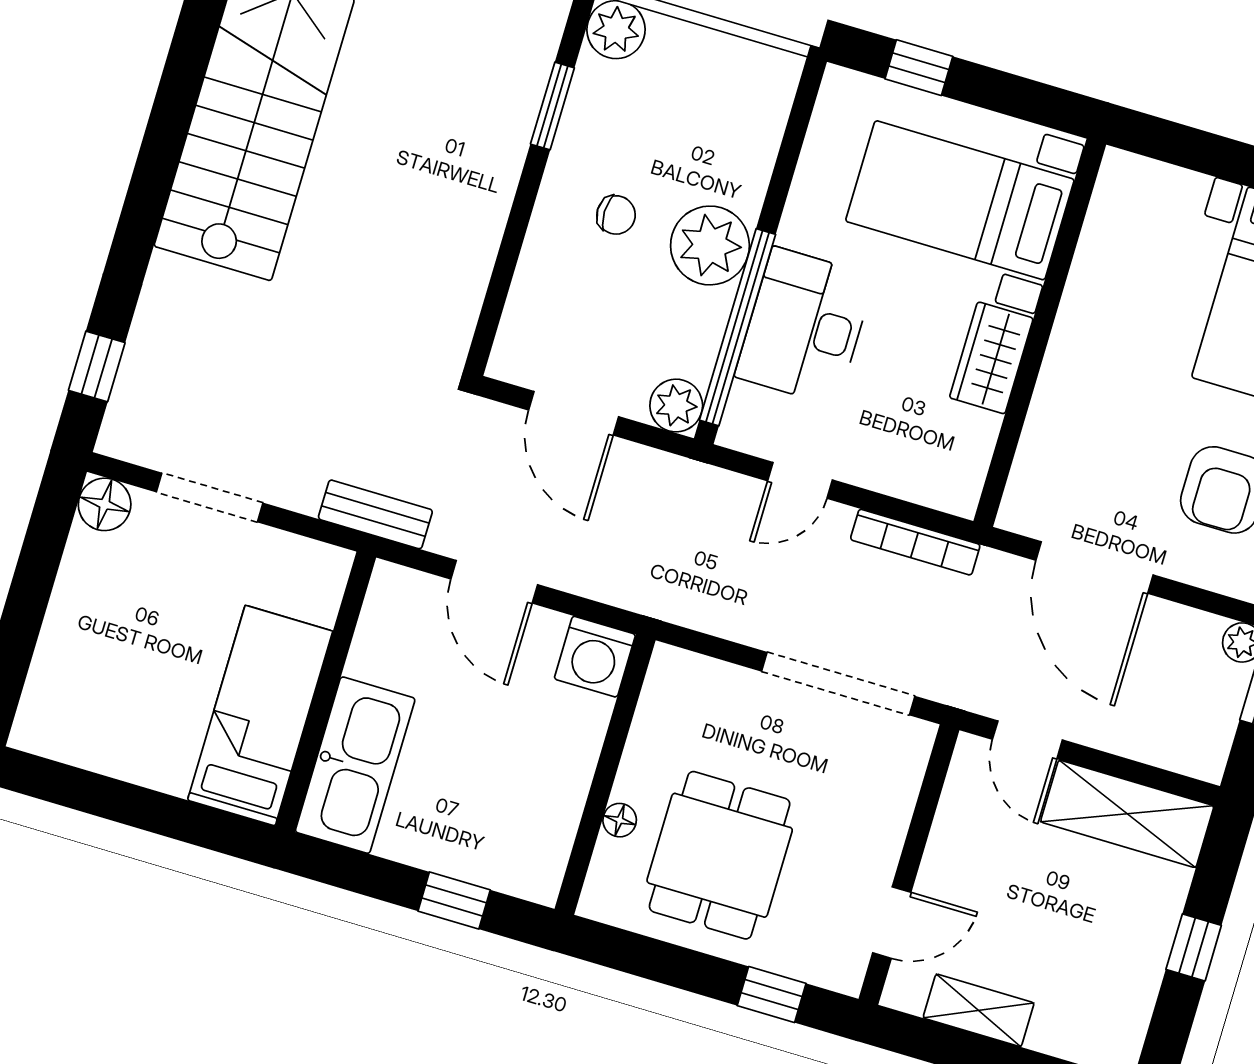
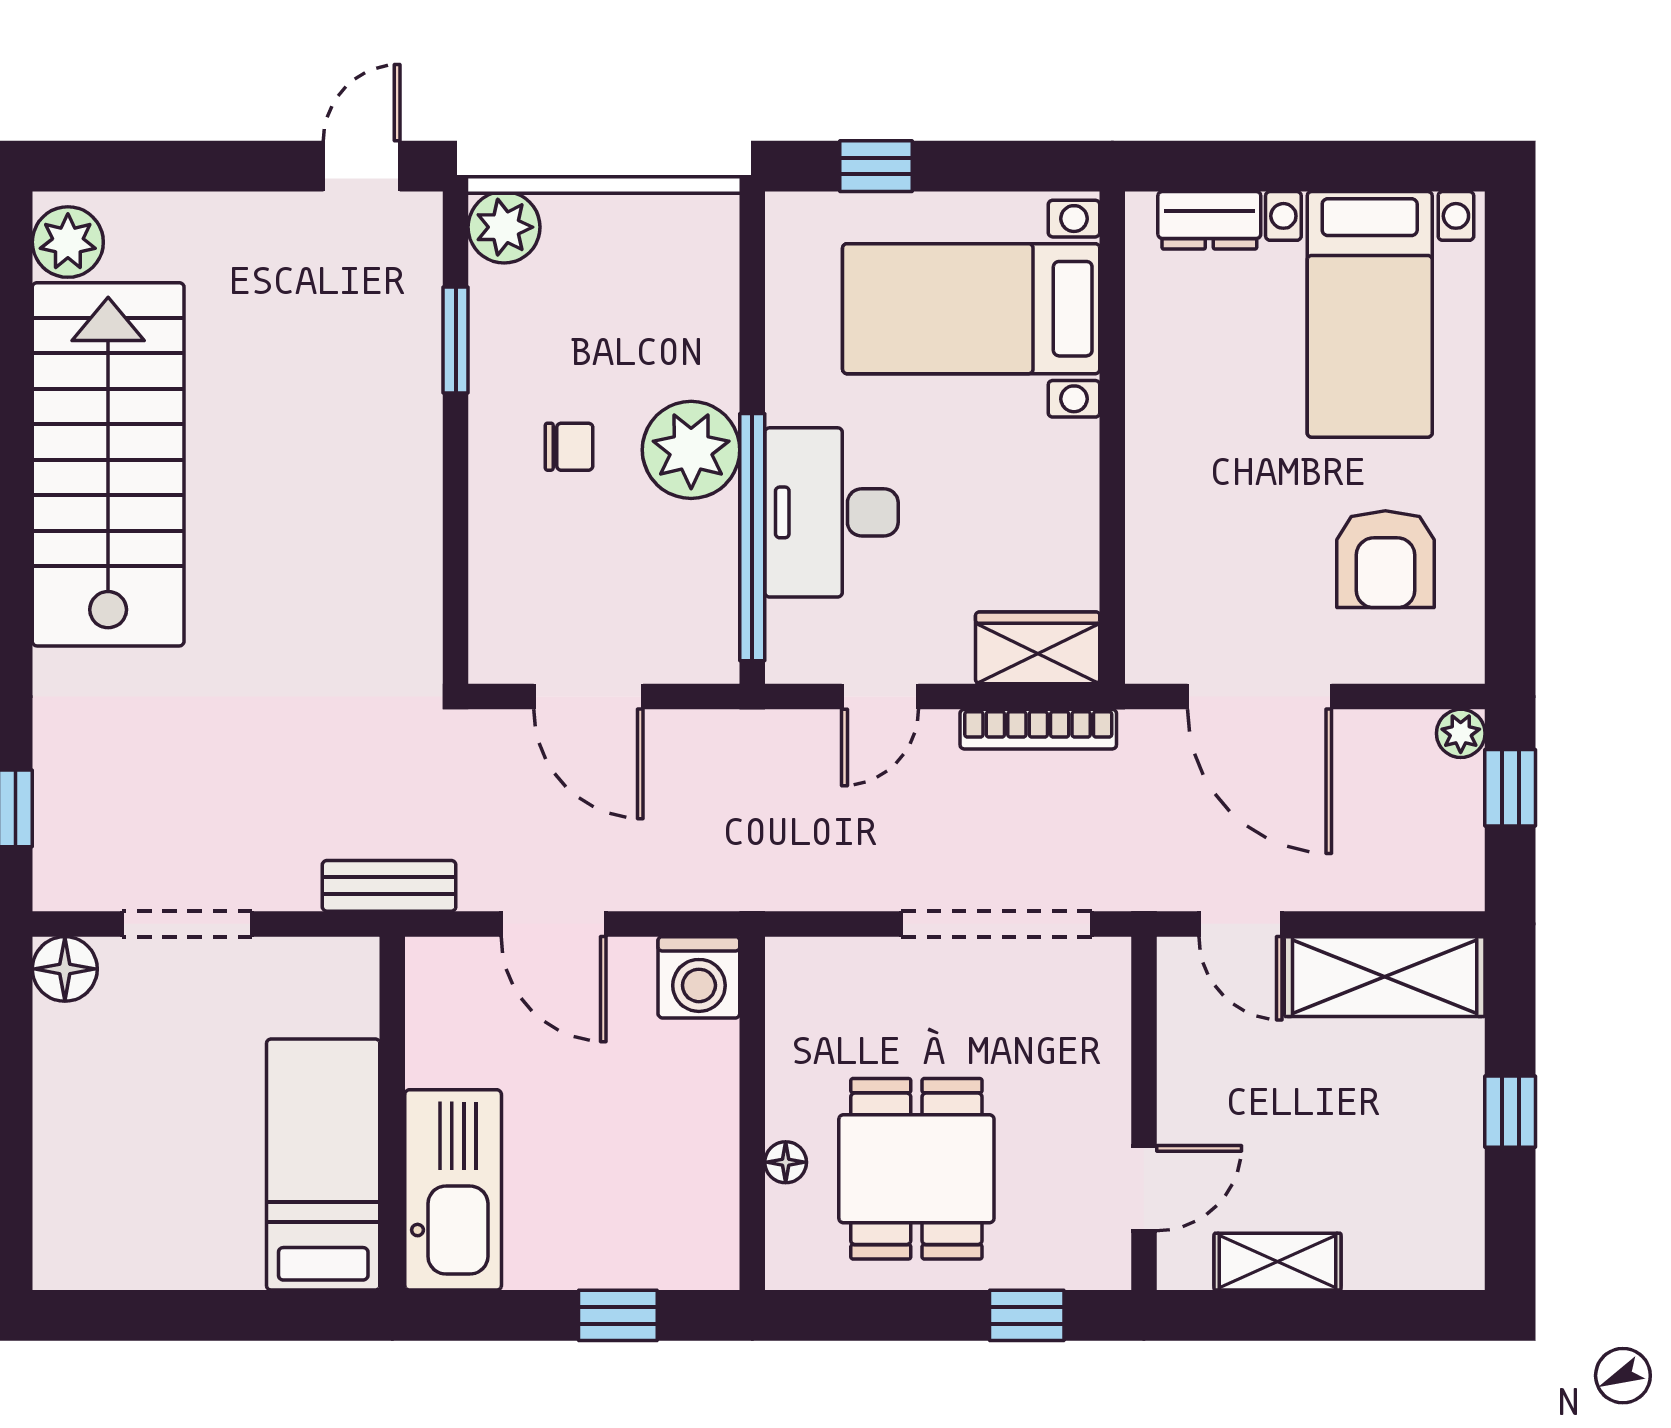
dresser: (1165, 186) -> (1209, 220), added
wardrobe: (991, 358) -> (1038, 648), moved, turned 90
plant: (676, 406) -> (707, 651), removed

